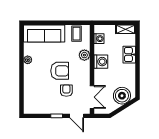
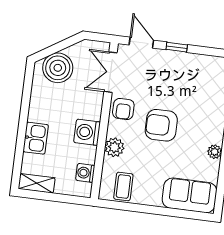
sofa: (44, 33) -> (189, 195), width x0.73
armchair: (66, 91) -> (123, 109), moved

